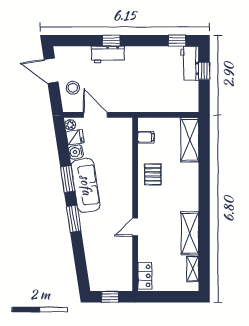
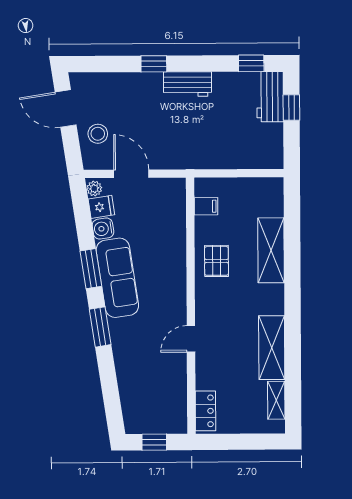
workbench: (108, 54) -> (188, 84), moved
shelving: (190, 140) -> (271, 250), moved

